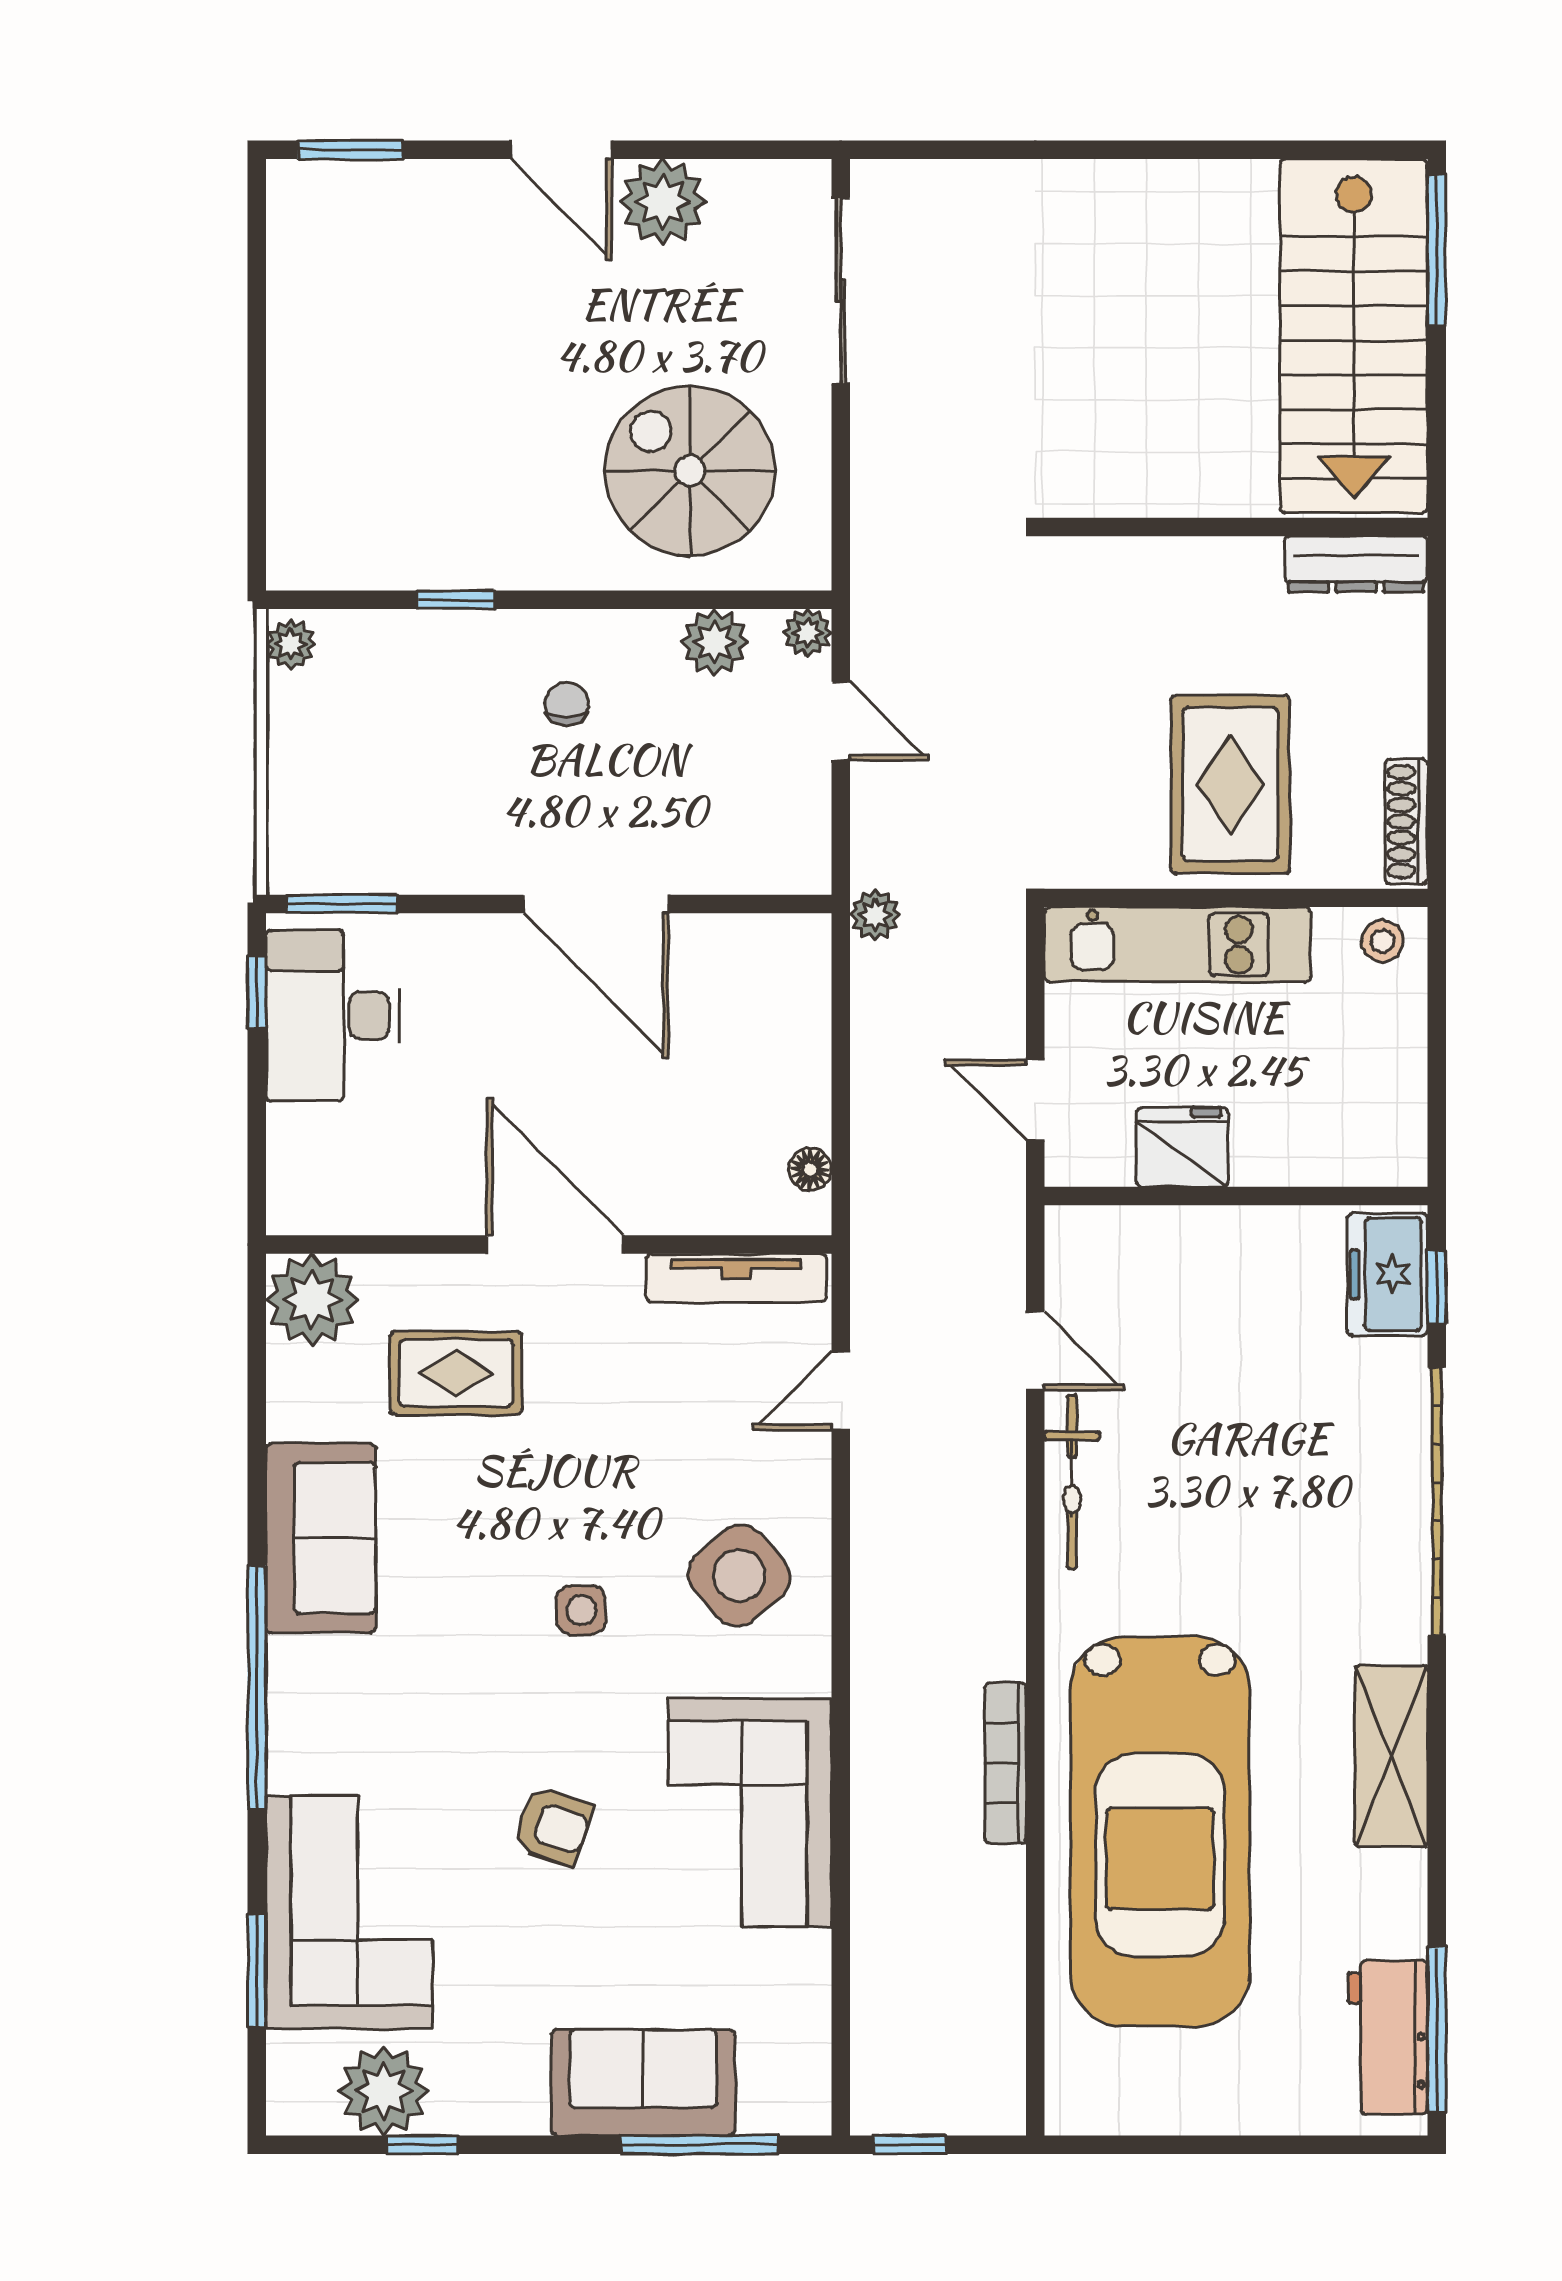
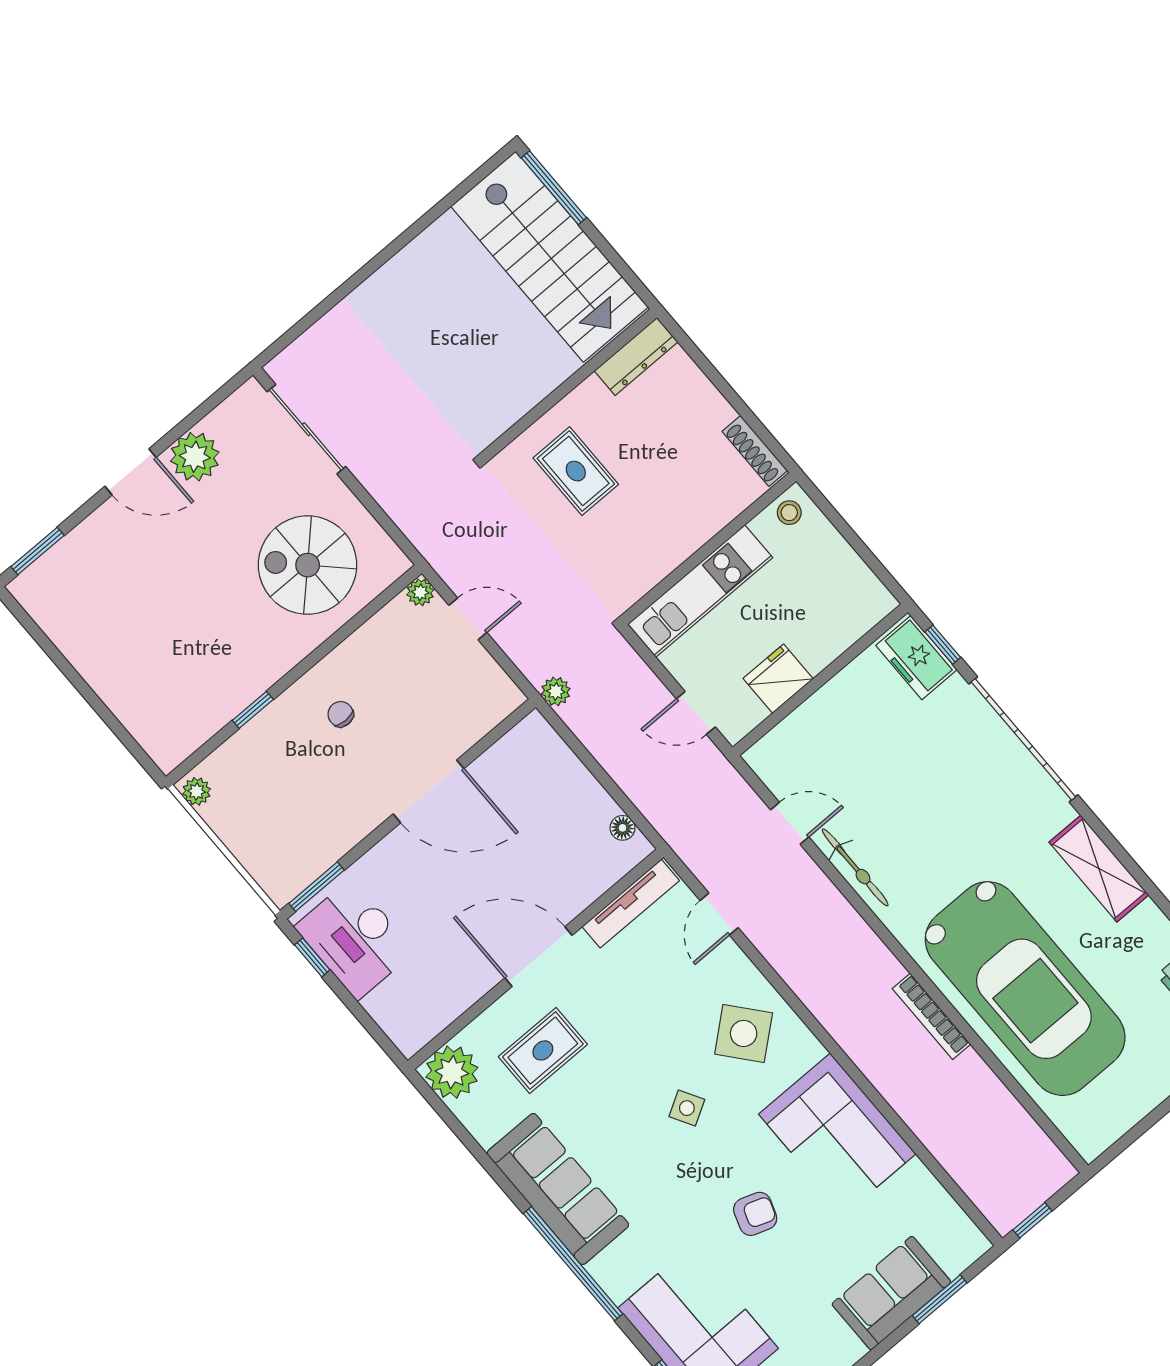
plant: (715, 642) -> (383, 631), removed
rug: (1230, 784) -> (576, 471), moved, width x0.73, depth x0.70
sofa: (321, 1538) -> (558, 1189), width x1.36
side table: (581, 1610) -> (687, 1108), turned -30
window: (699, 2145) -> (940, 1299), width x0.69

